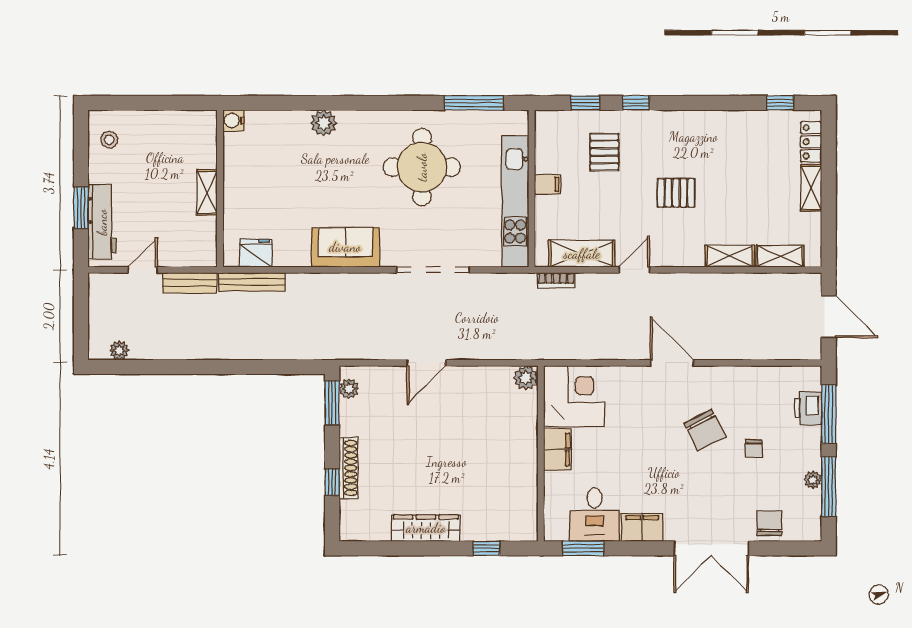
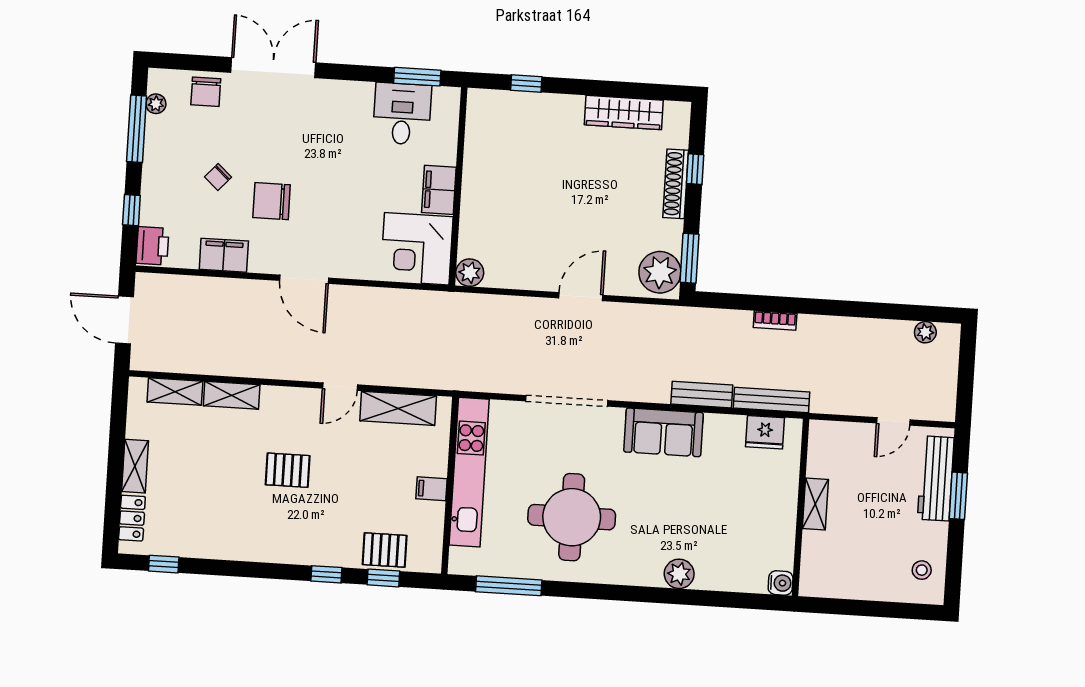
pallet: (604, 152) -> (385, 550), moved, turned 90
bookcase: (556, 280) -> (775, 321), moved, turned 180
bench: (190, 283) -> (702, 395), moved
plant: (349, 389) -> (660, 272), width x1.87, depth x1.87
printer: (808, 408) -> (152, 246), moved
window: (829, 414) -> (131, 210), width x0.46
chair: (705, 430) -> (272, 201), turned -63
chair: (754, 448) -> (218, 177), turned -138
plant: (813, 480) -> (156, 104), moved
filing cabinet: (642, 527) -> (224, 255), moved, turned 180
wardrobe: (426, 528) -> (624, 112), moved

